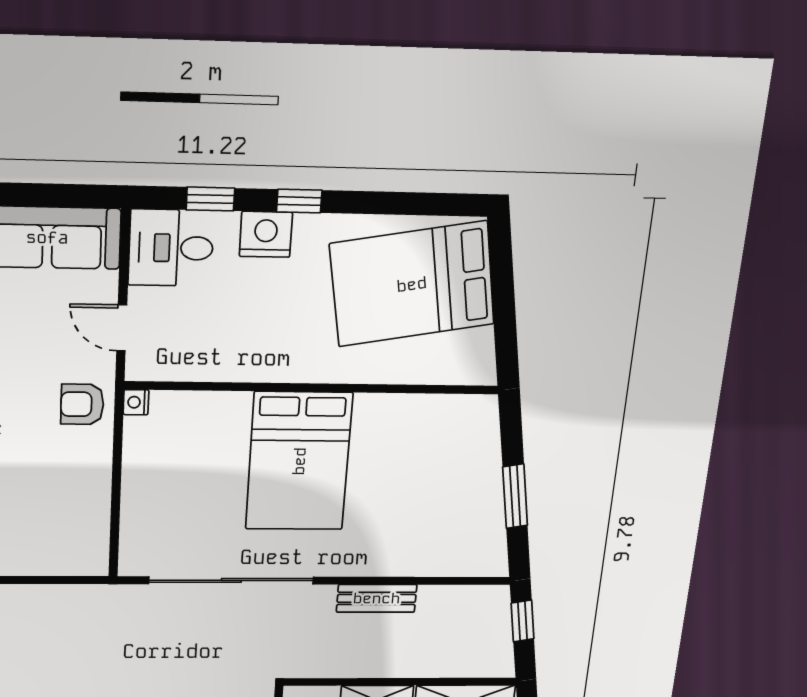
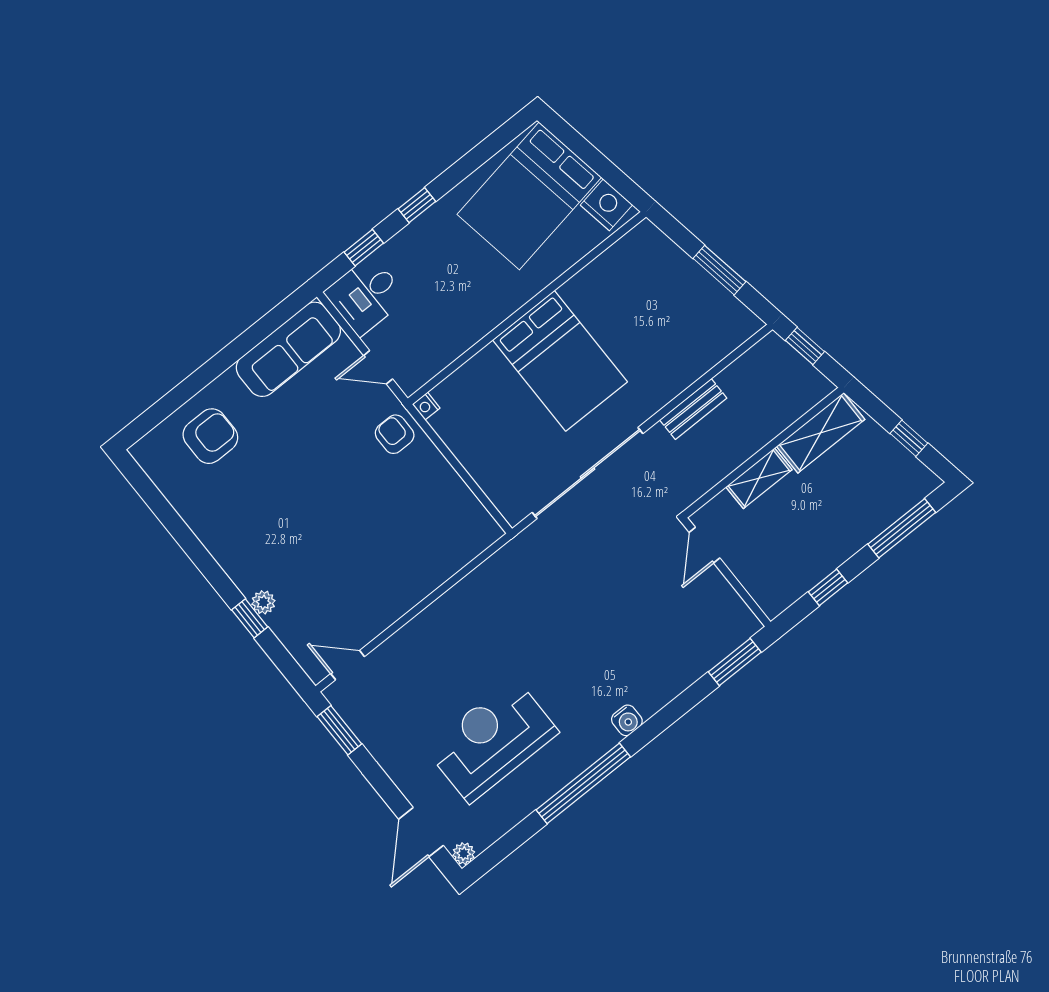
nightstand: (266, 234) -> (606, 205), moved, turned 80
armchair: (82, 404) -> (395, 434), turned 90

